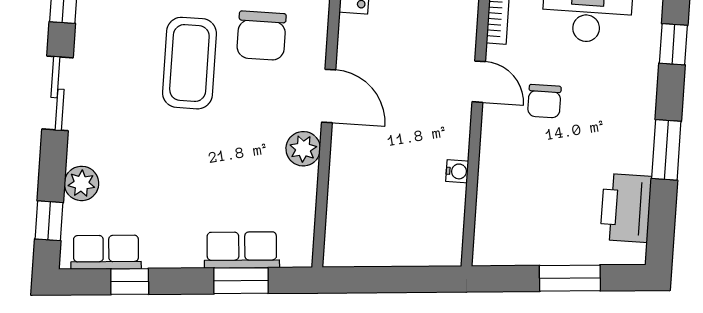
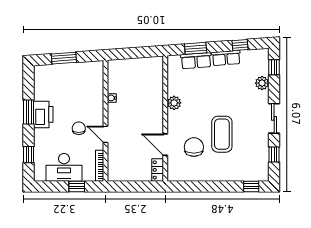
door: (329, 96) -> (165, 145), moved
printer: (626, 208) -> (43, 114), moved
row of seats: (106, 252) -> (226, 58), moved

